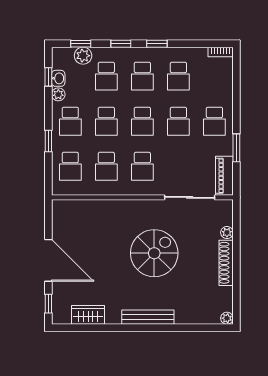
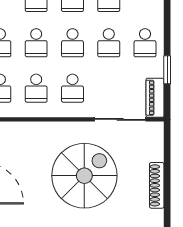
plant: (227, 233) -> (158, 155), removed
spiral stairs: (154, 253) -> (84, 176), width x1.37, depth x1.37

